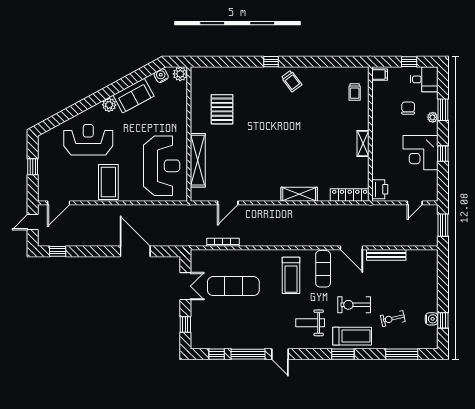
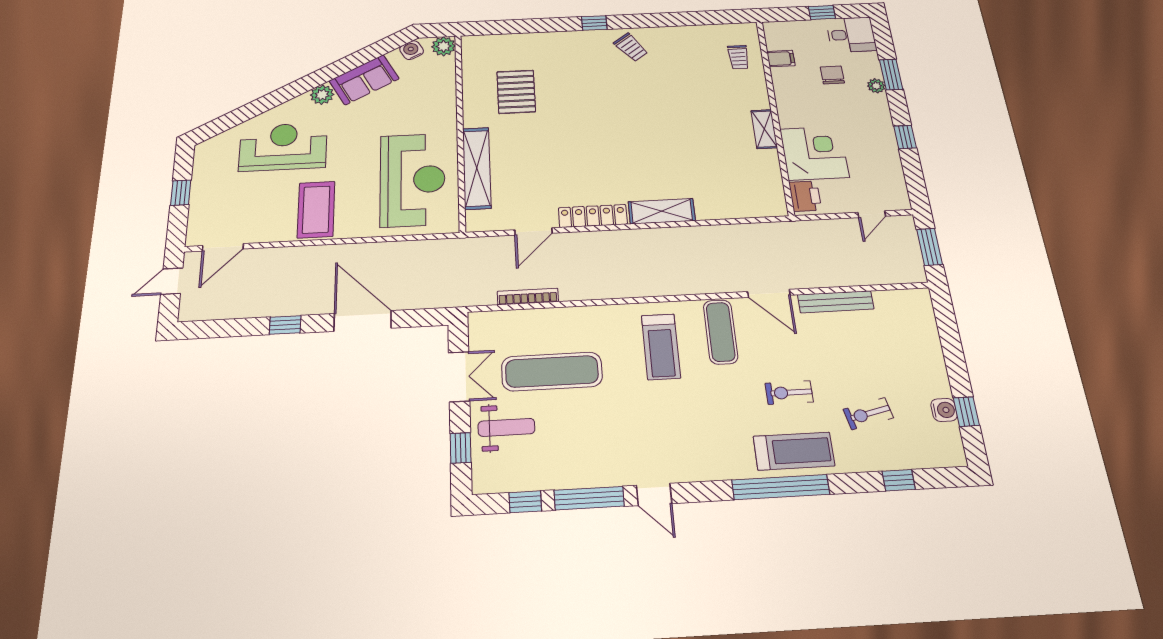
filing cabinet: (380, 75) -> (781, 59), moved
corner desk: (420, 153) -> (814, 153), moved, turned 180
locker: (350, 195) -> (593, 216), moved
window: (58, 251) -> (285, 325), moved
exercise bike: (354, 305) -> (789, 393), width x0.73, depth x0.72
weight bench: (310, 323) -> (506, 427), moved, turned 180
window: (343, 354) -> (781, 487), width x2.11
window: (402, 354) -> (899, 480), width x0.46

